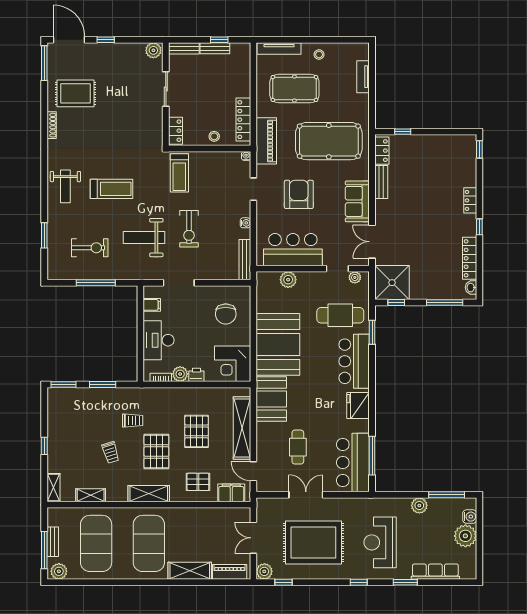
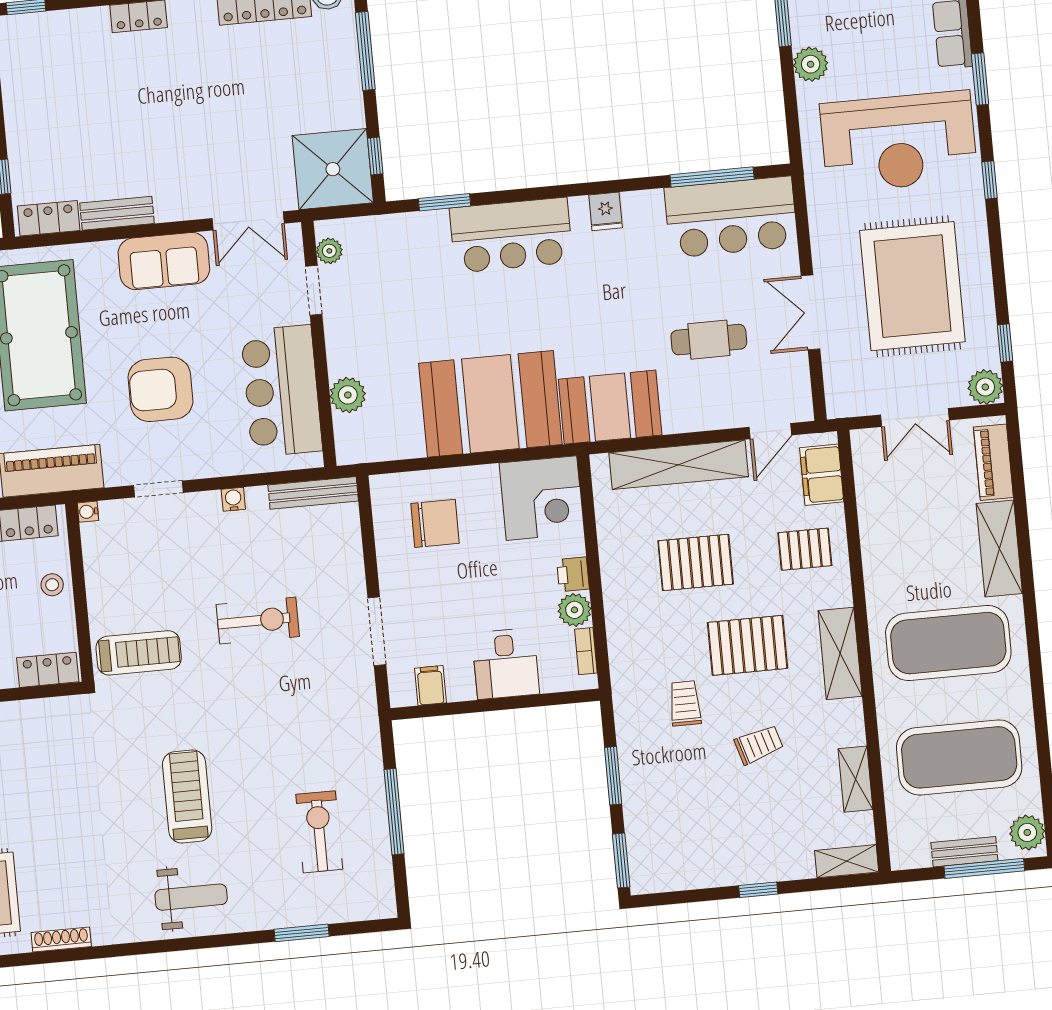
weight bench: (144, 238) -> (286, 716), removed
cafe table: (340, 315) -> (414, 275), removed
desk: (159, 340) -> (506, 664), width x0.73
fridge: (358, 405) -> (606, 211), width x0.53, depth x0.75
pallet: (198, 482) -> (805, 549), turned 90
reception desk: (380, 542) -> (899, 142), width x1.36, depth x1.30

